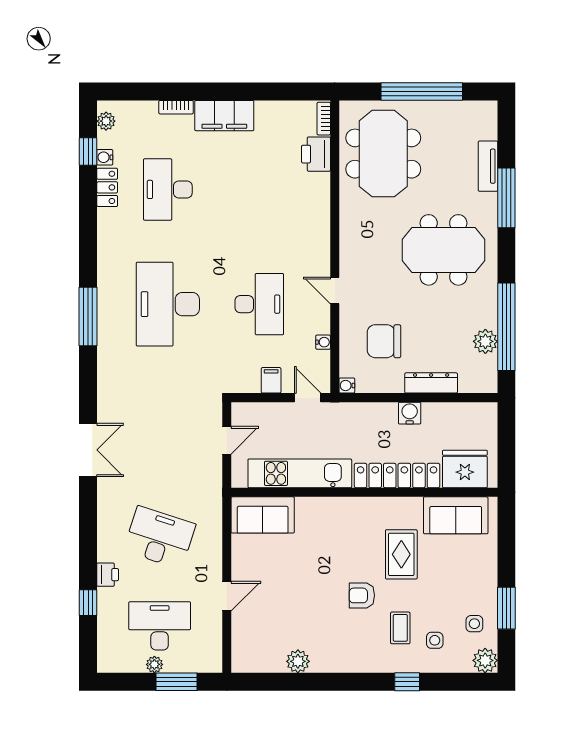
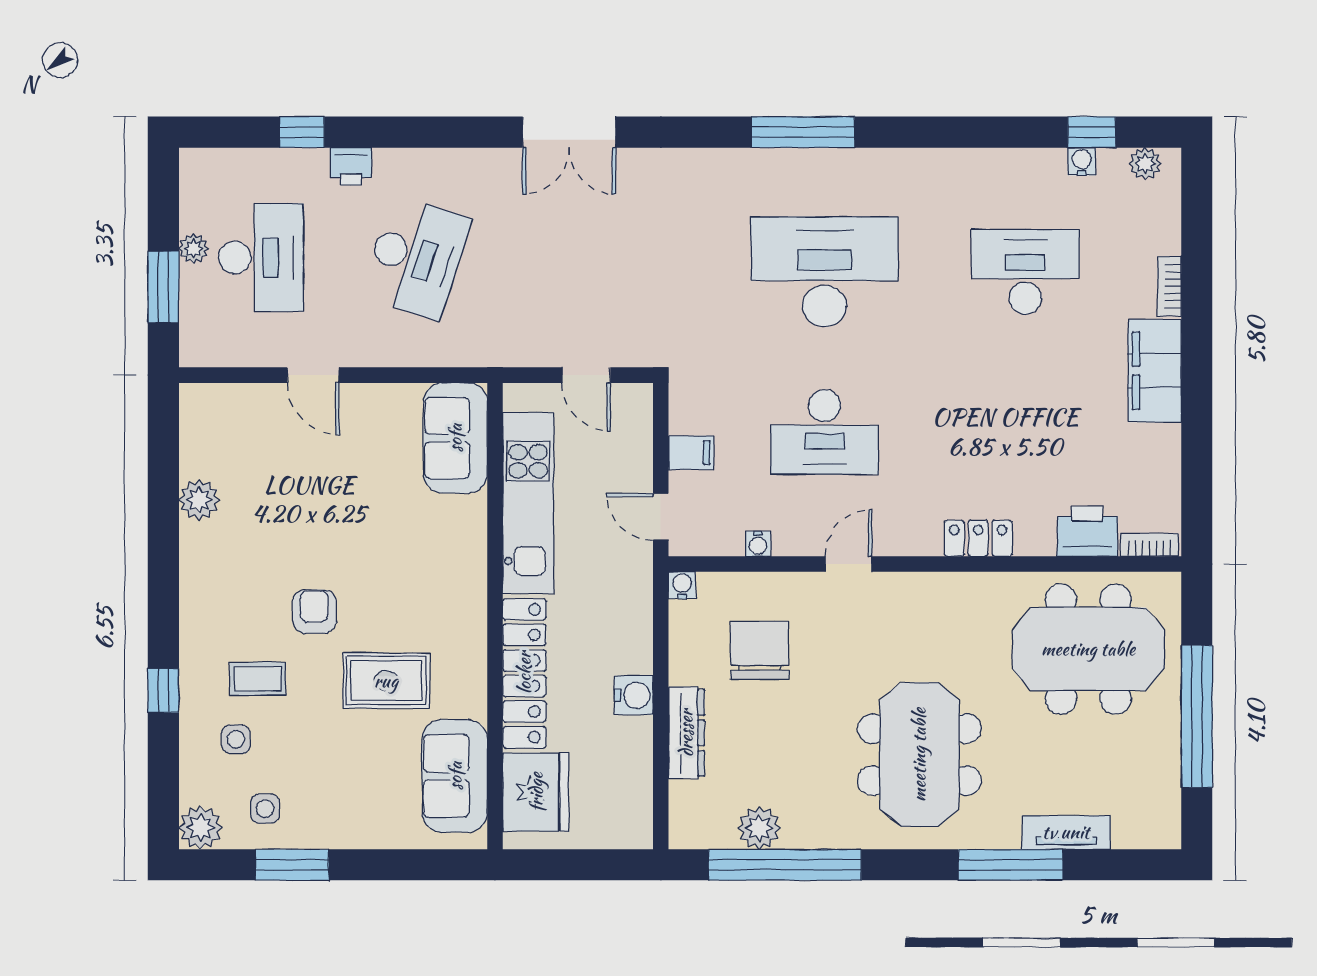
locker: (107, 187) -> (978, 538), moved, turned 180
door: (308, 398) -> (661, 517), swing flipped

